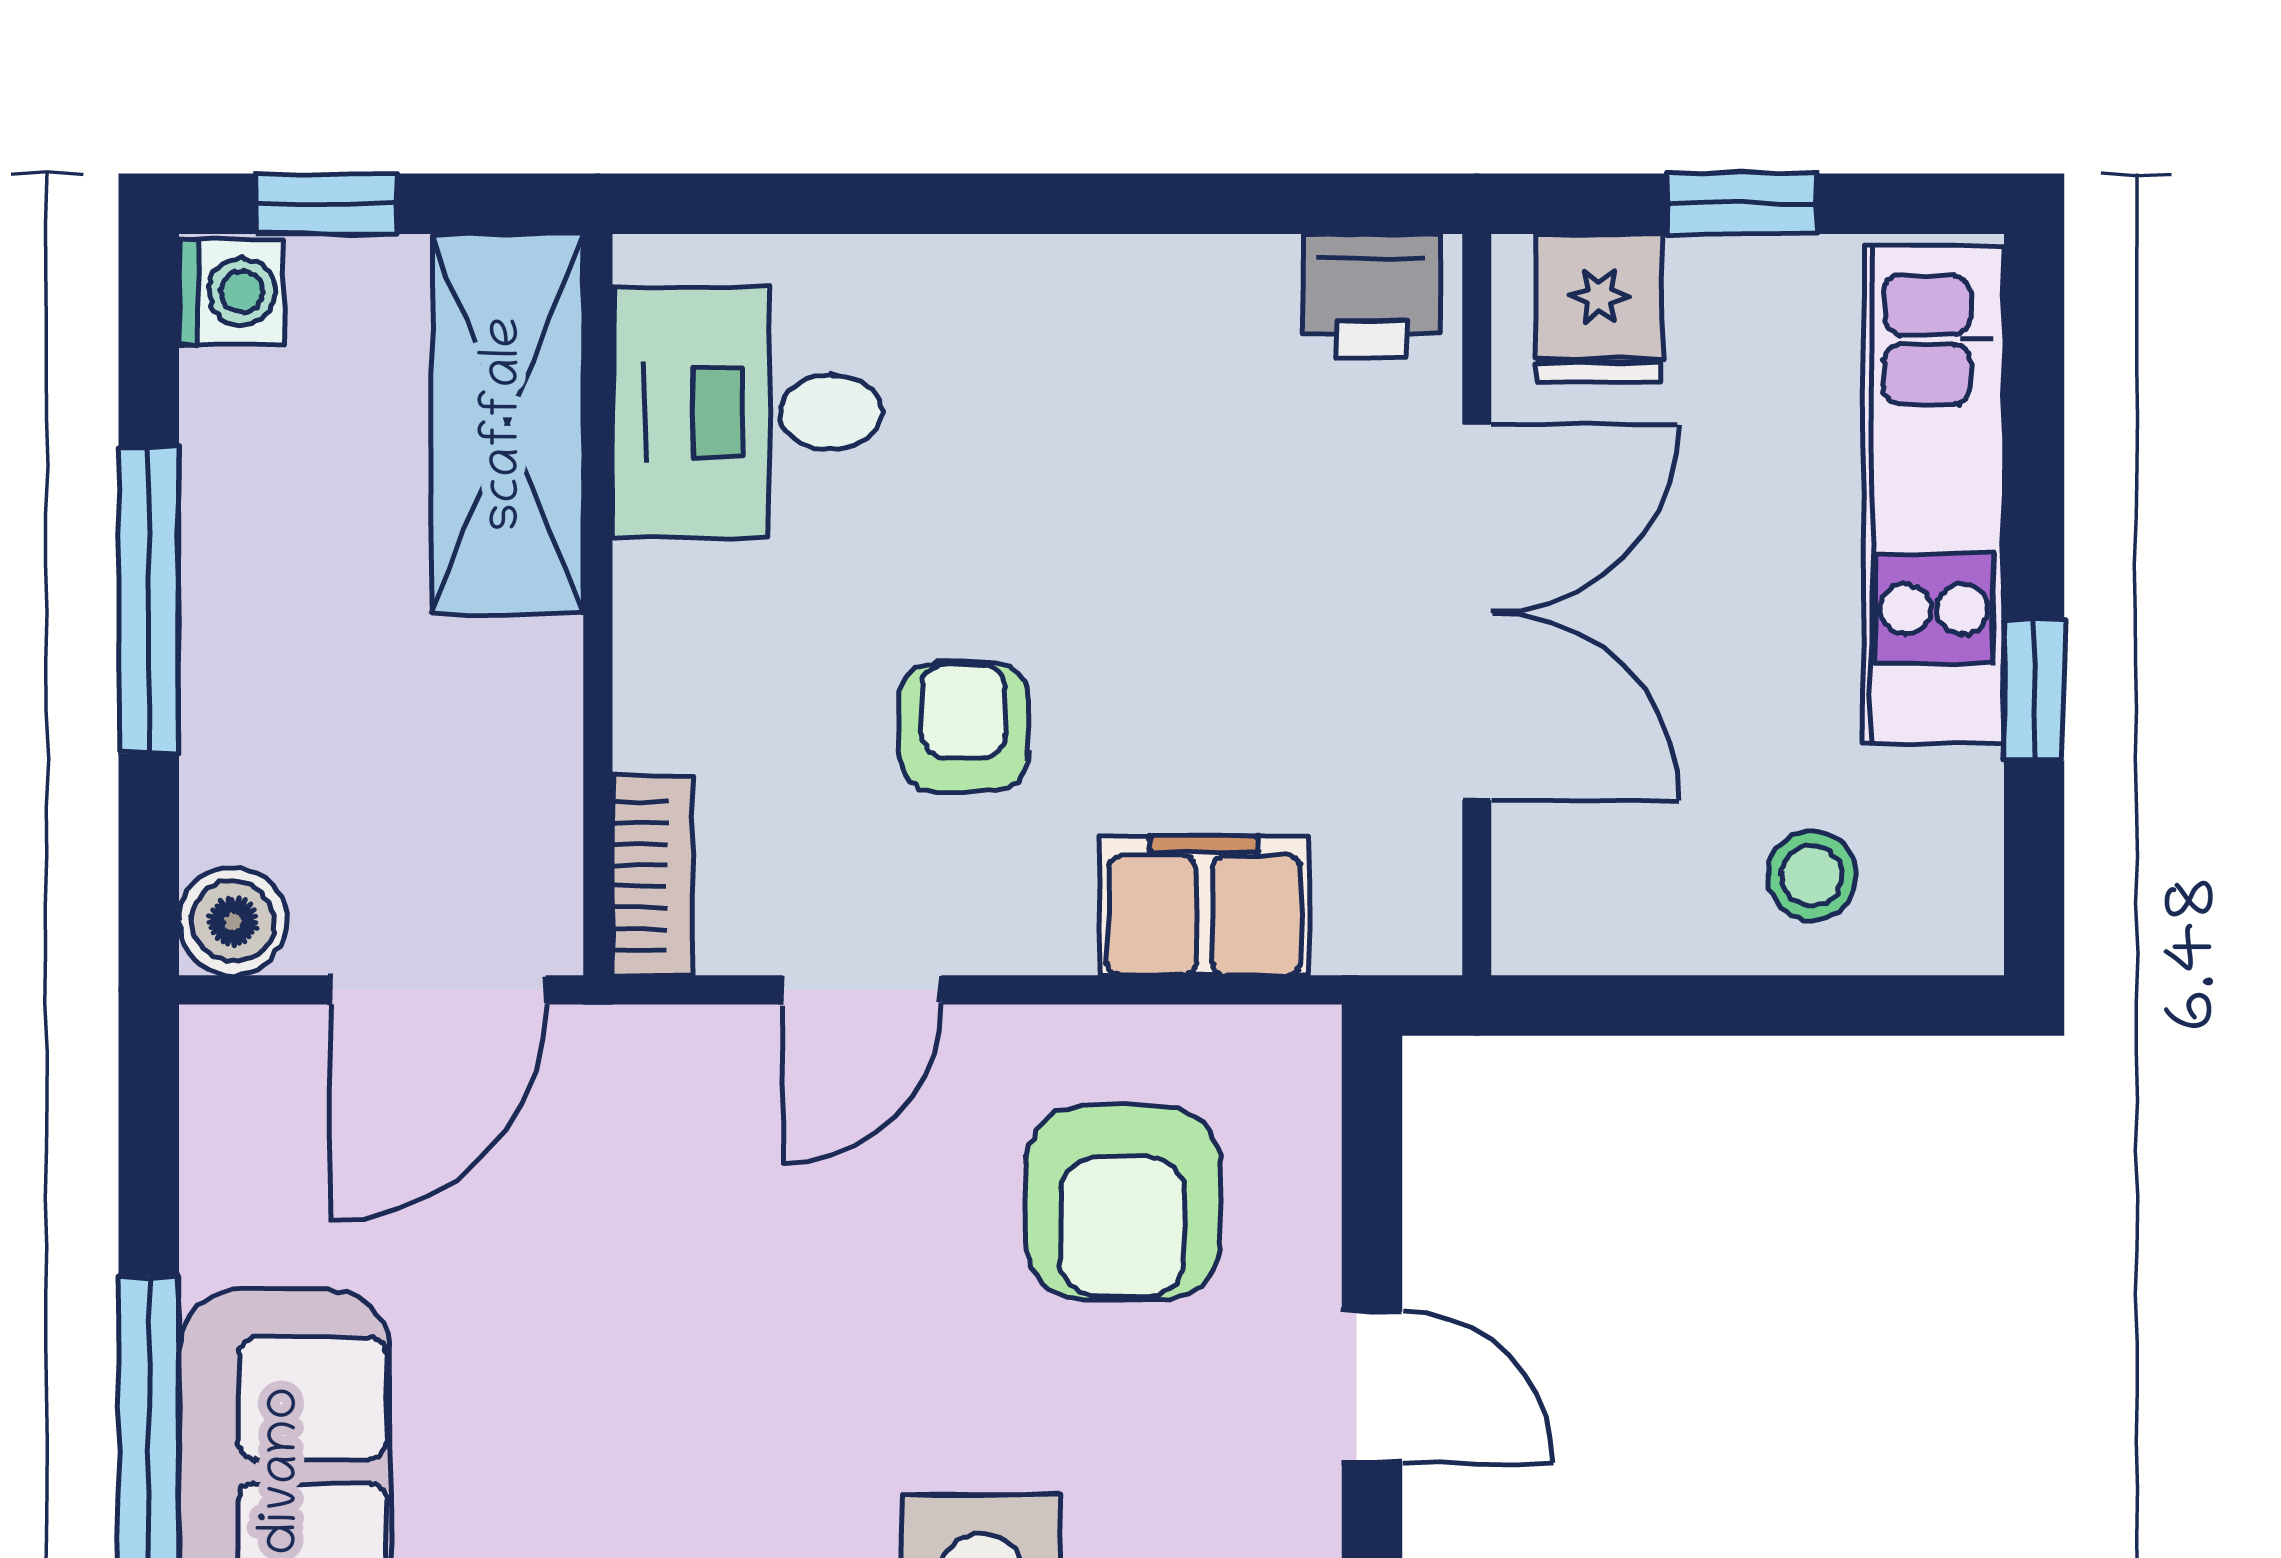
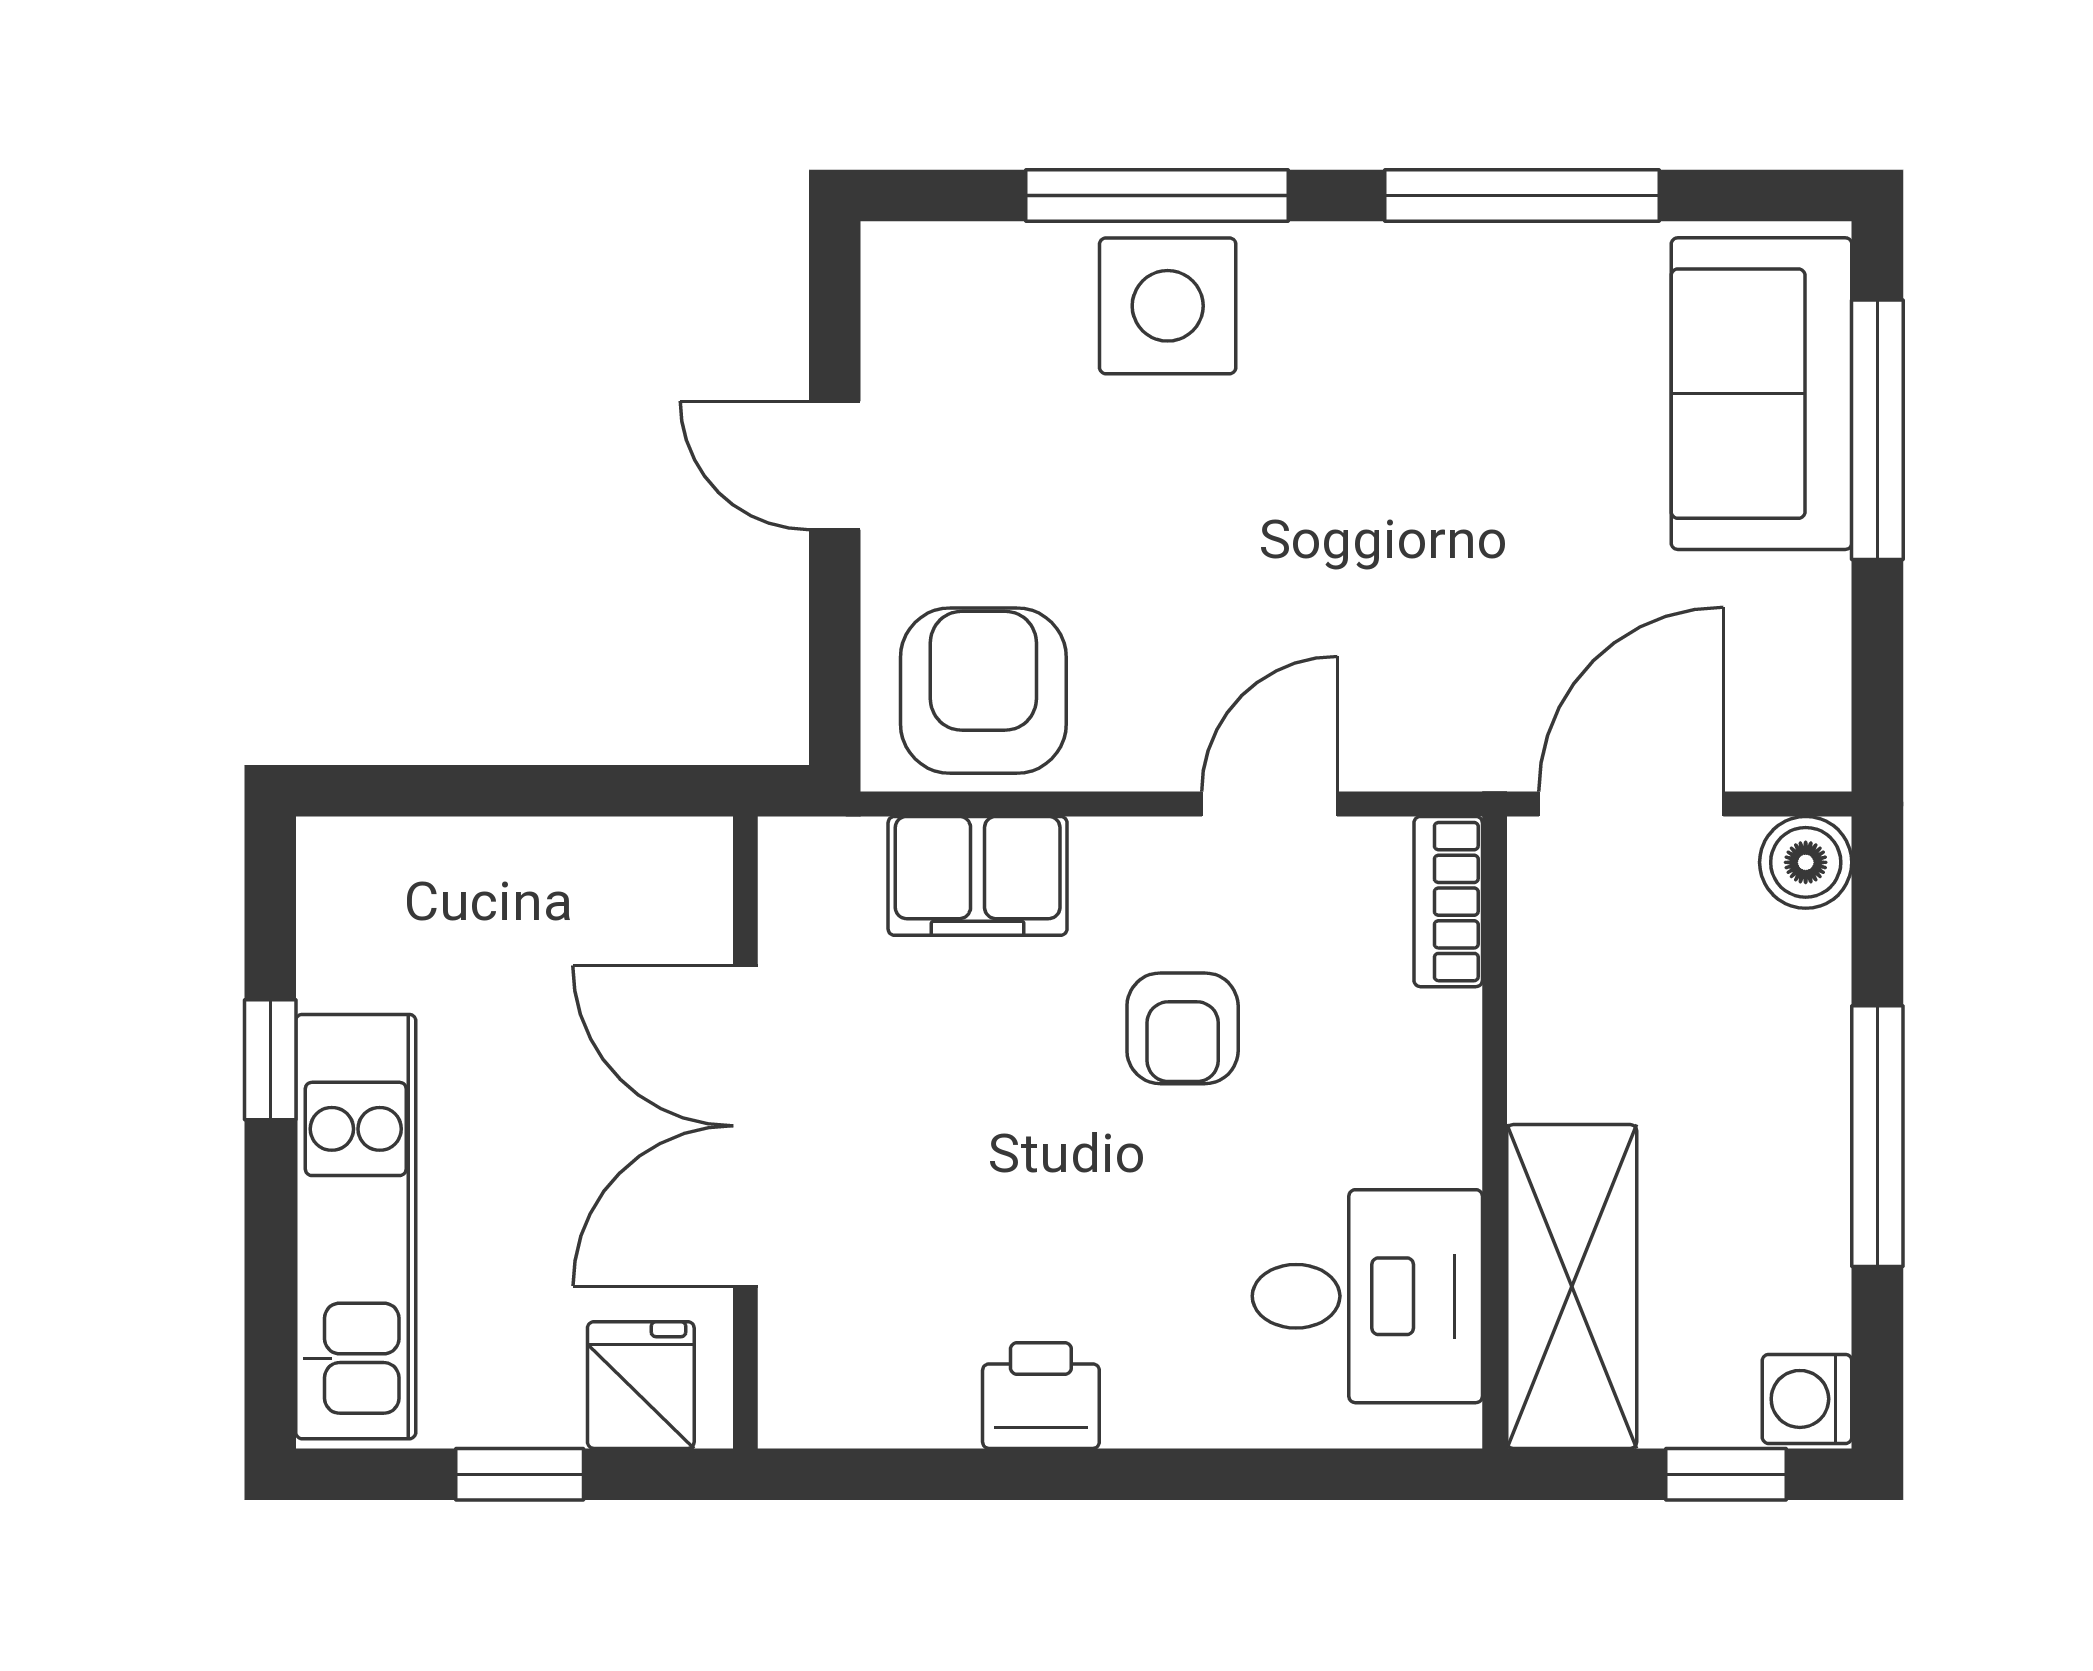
printer: (1372, 296) -> (1041, 1396), moved
stool: (1812, 875) -> (460, 902), removed
armchair: (1123, 1203) -> (983, 691), moved

